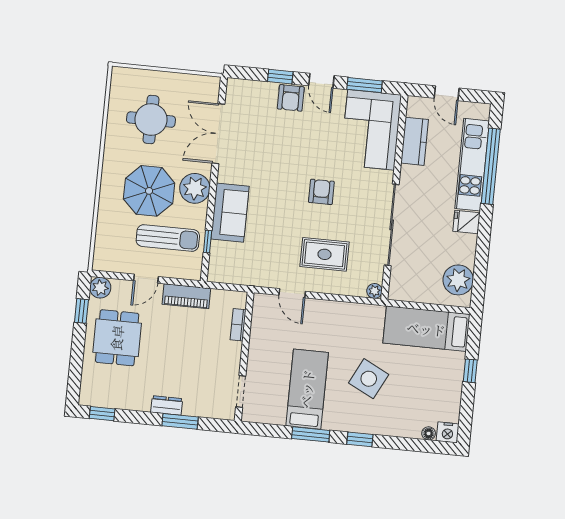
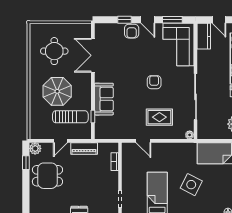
kitchen counter: (415, 141) -> (204, 36), moved
plant: (195, 188) -> (83, 87), removed
dining table: (117, 338) -> (47, 176), turned 90

